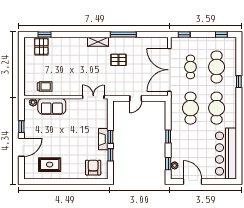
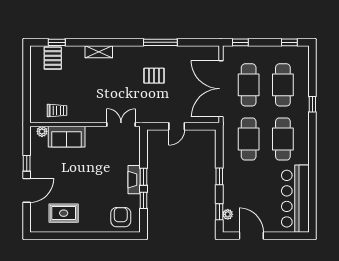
shelving: (98, 42) -> (99, 52), moved
cafe table: (190, 67) -> (249, 85), width x1.37, depth x1.35

